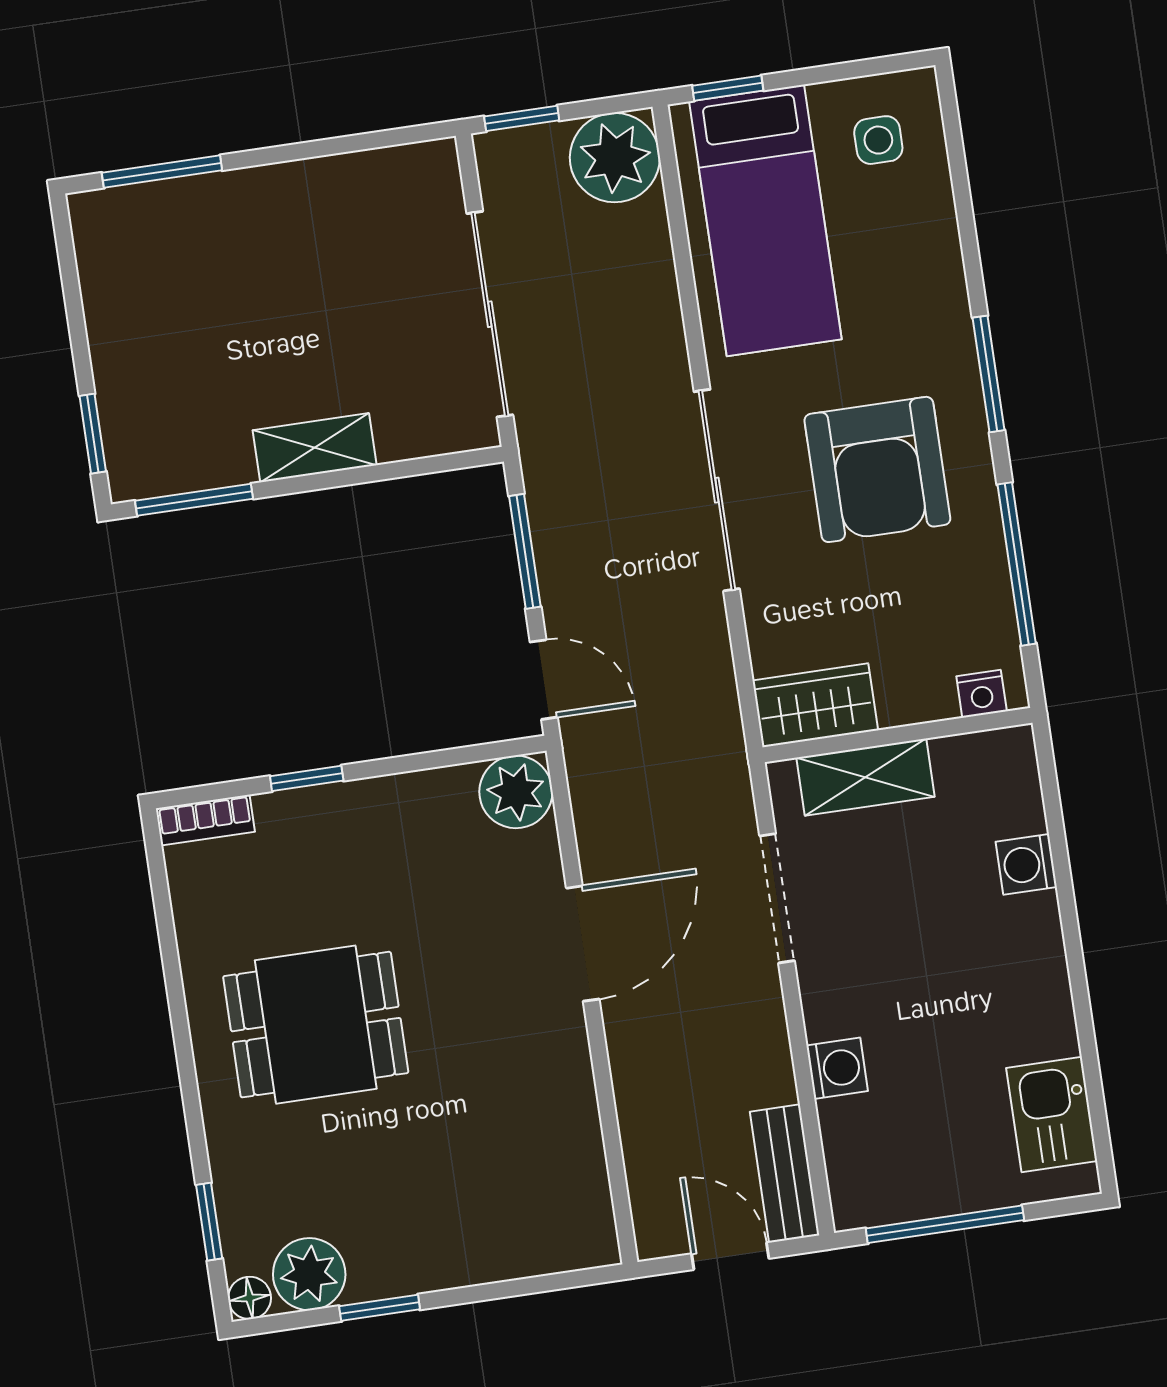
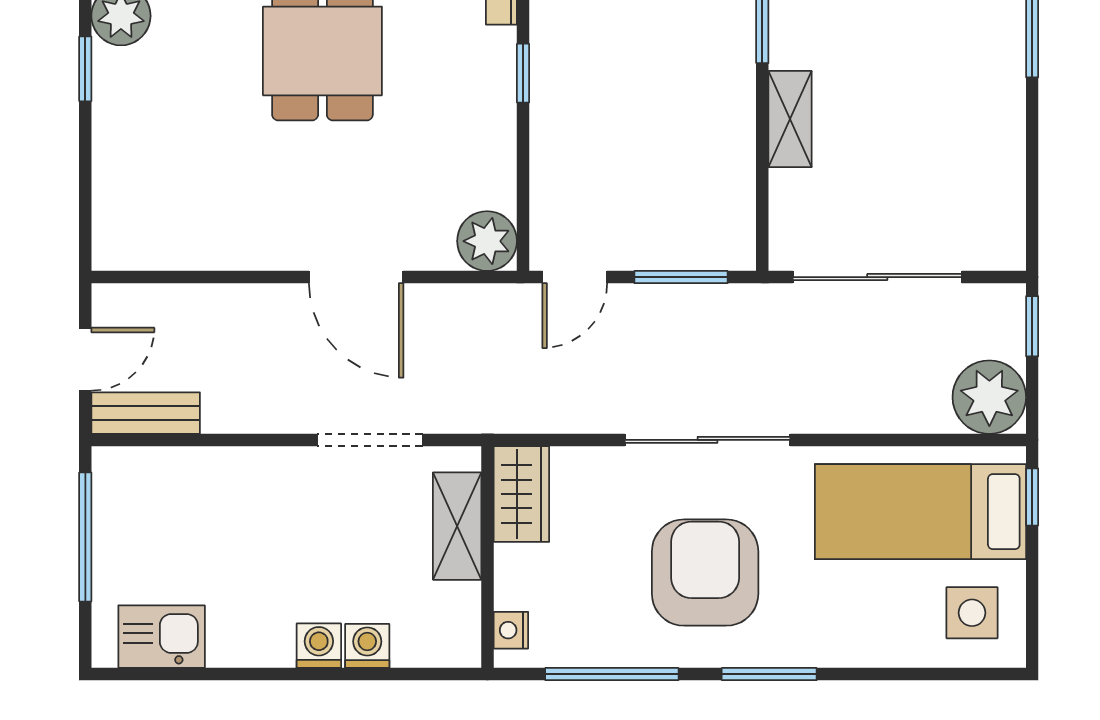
side table: (878, 140) -> (972, 613), width x1.37, depth x1.37
armchair: (877, 469) -> (705, 573), turned 90
washing machine: (837, 1068) -> (319, 646), moved, turned 180

